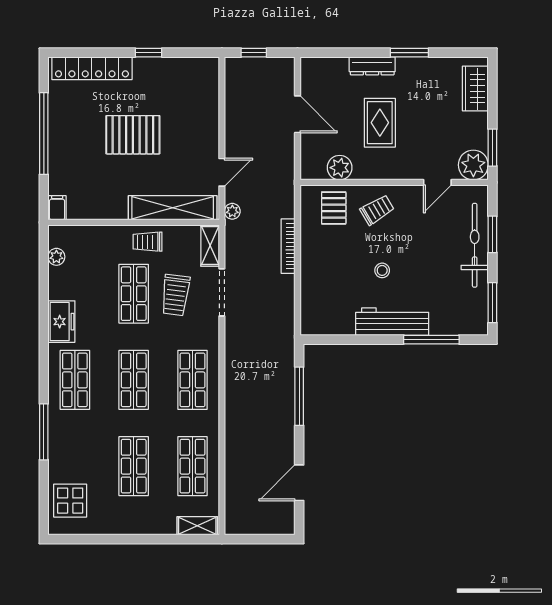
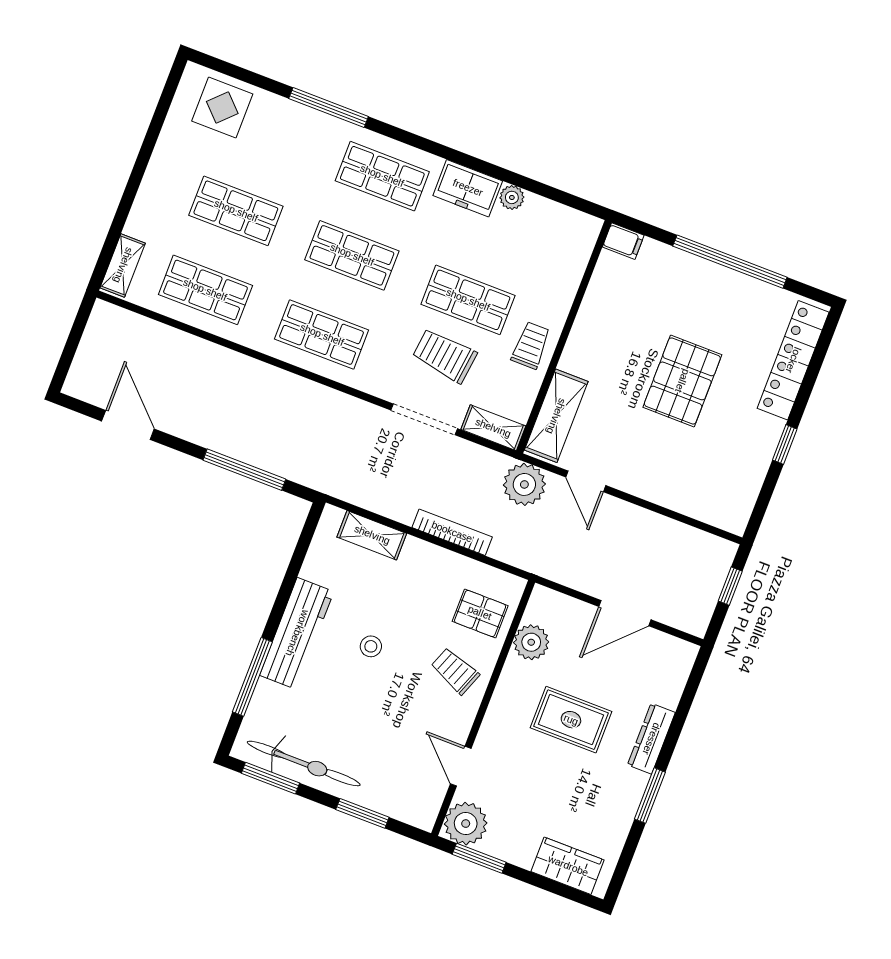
shelving: (173, 208) -> (556, 416), width x0.68
trolley: (377, 210) -> (455, 671), turned 142
plant: (232, 211) -> (524, 484), width x1.88, depth x1.88
bicycle: (475, 245) -> (304, 763), moved
plant: (56, 257) -> (512, 197), moved
shelving: (310, 297) -> (372, 535), added

